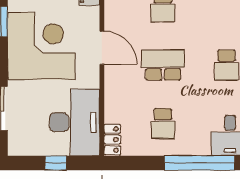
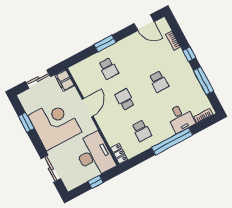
door: (102, 48) -> (88, 108), hinge flipped
school desk: (163, 65) -> (125, 100), width x0.54

